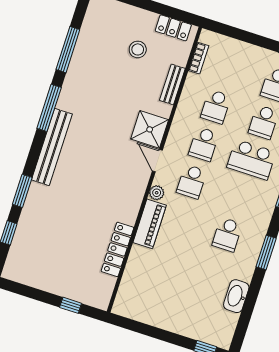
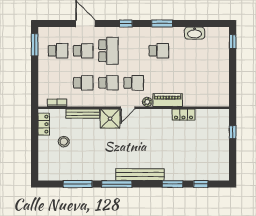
bench: (172, 84) -> (83, 114), width x1.36
locker: (117, 249) -> (183, 115), width x0.66

